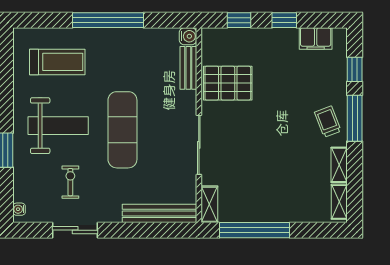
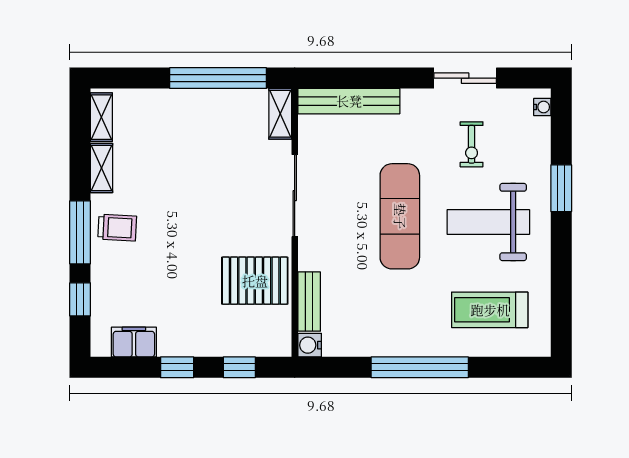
trolley: (328, 122) -> (117, 228), turned -66

